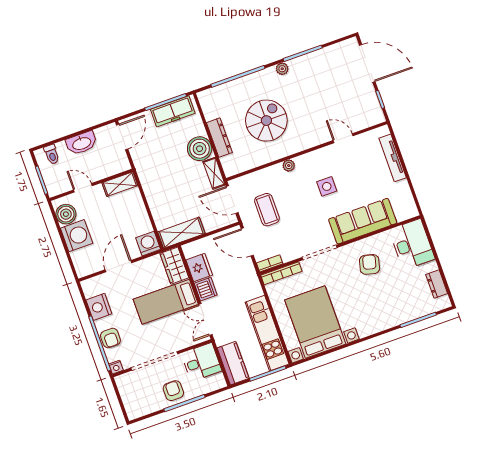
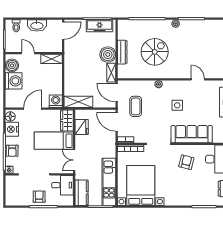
floor lamp: (90, 289) -> (10, 116), added
dishwasher: (206, 289) -> (81, 142), removed

